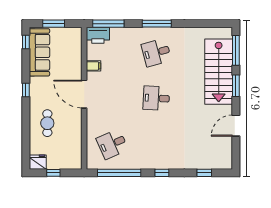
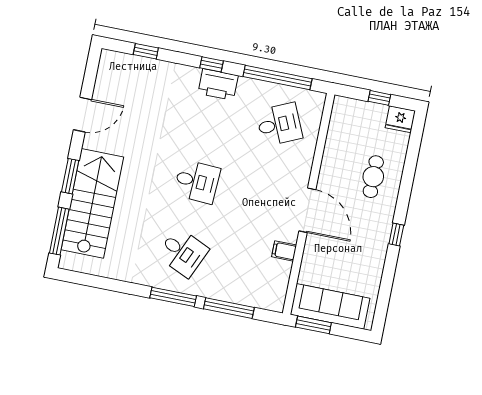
window: (54, 24) -> (313, 325), moved
window: (108, 24) -> (229, 308), moved
printer: (98, 35) -> (218, 84), moved, turned 180
window: (26, 42) -> (381, 309), removed
sofa: (39, 52) -> (330, 306), moved, turned 90
desk: (156, 52) -> (183, 252), turned 39

